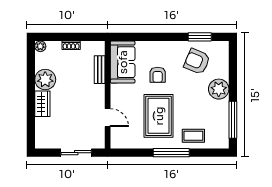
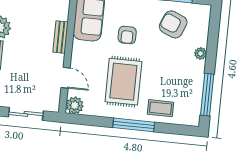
bench: (100, 70) -> (61, 37), moved
plant: (219, 89) -> (201, 53), width x0.53, depth x0.53
plant: (118, 141) -> (75, 105), added

